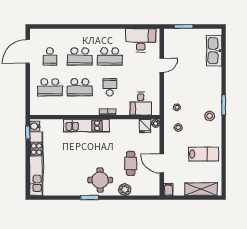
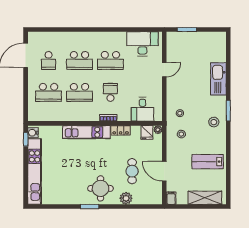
kitchen sink: (214, 51) -> (218, 79), moved
locker: (120, 124) -> (121, 130), added
lab bench: (204, 154) -> (208, 162), turned 180

